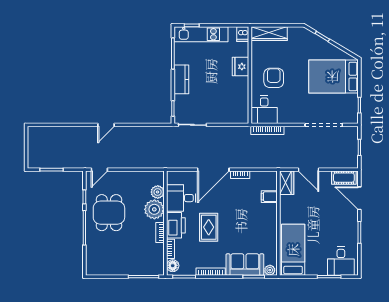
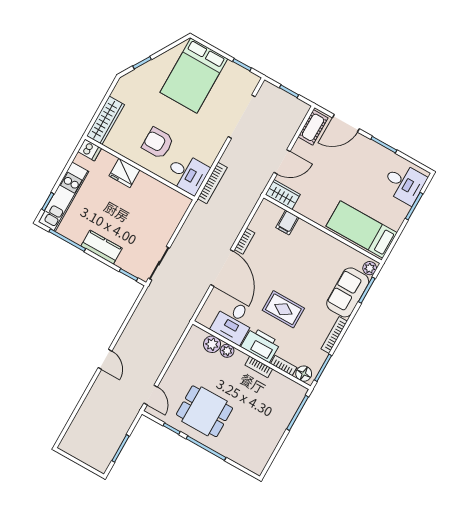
plant: (154, 209) -> (227, 351), width x0.53, depth x0.53

